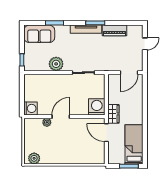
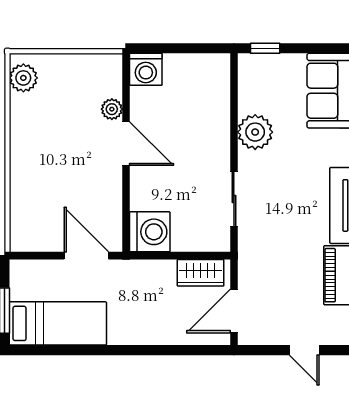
door: (129, 73) -> (234, 311), hinge flipped
wardrobe: (113, 114) -> (201, 273), moved
door: (106, 133) -> (86, 256), hinge flipped

